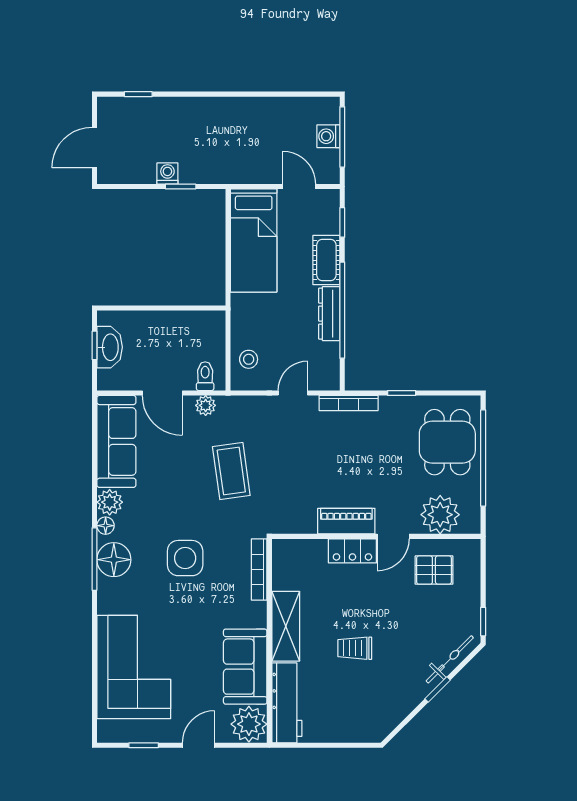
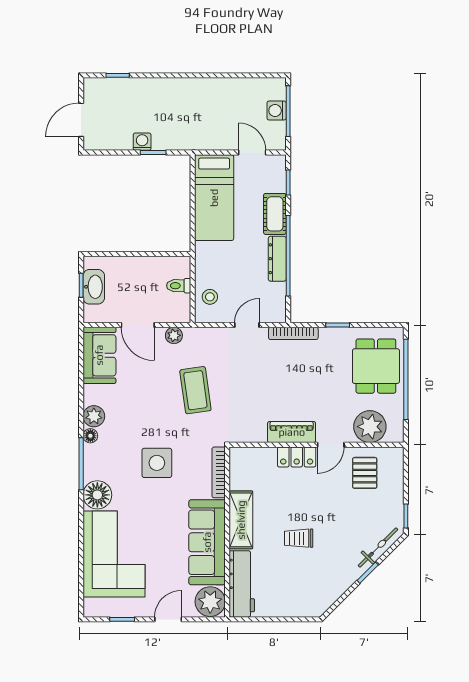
toilet: (205, 376) -> (179, 286), moved, turned -90
sofa: (116, 441) -> (99, 355), width x0.73
floor lamp: (114, 560) -> (97, 495), moved
pallet: (434, 570) -> (365, 473), turned 90
sofa: (245, 667) -> (207, 542), width x1.36

